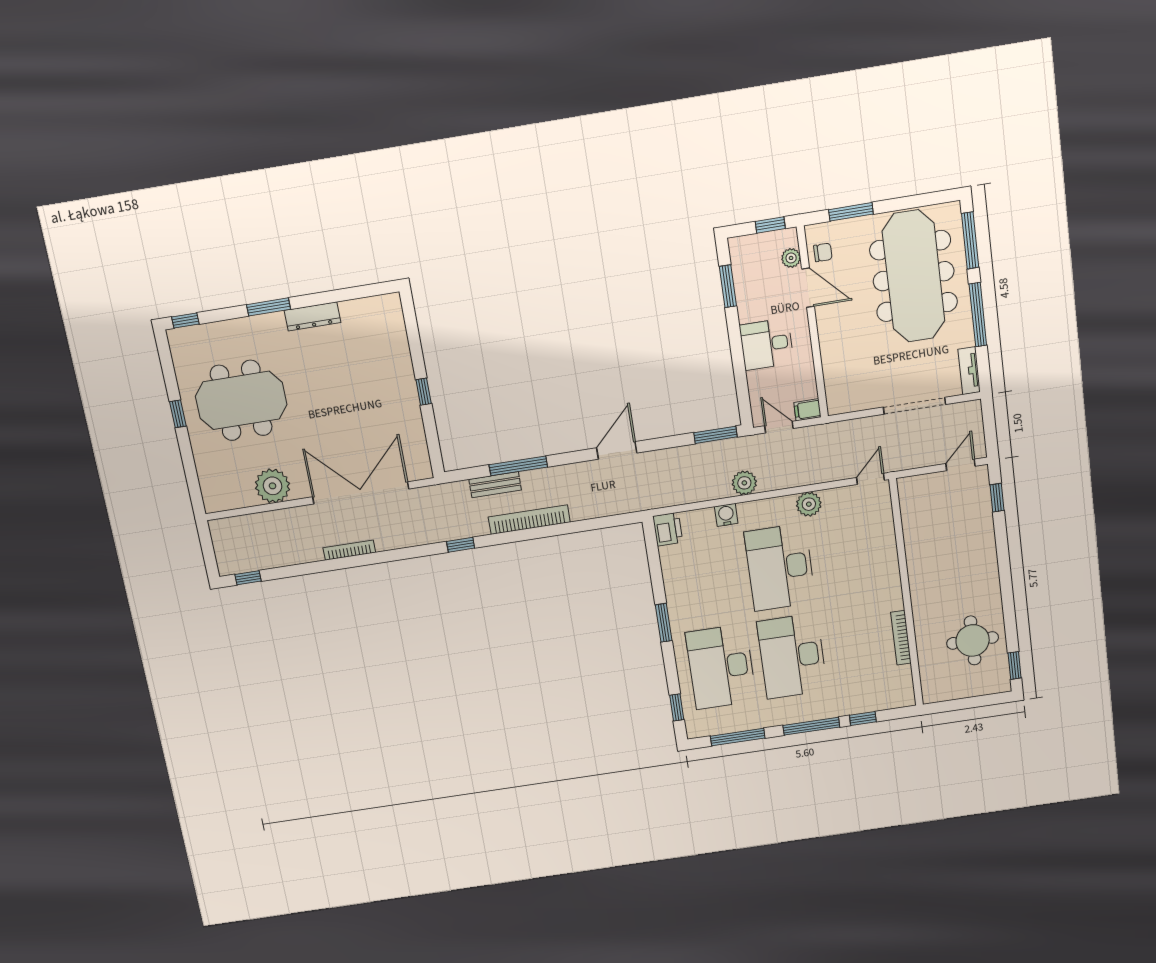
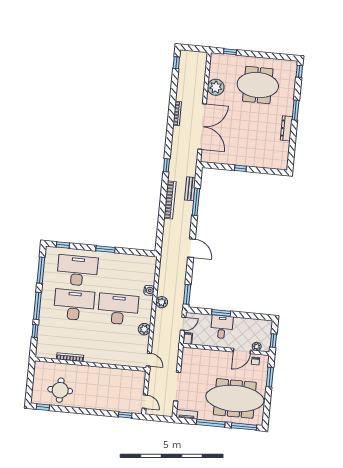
window: (728, 286) -> (221, 313), moved
meeting table: (241, 400) -> (258, 85), turned 90
window: (178, 414) -> (230, 52), moved
printer: (668, 529) -> (149, 262), removed

